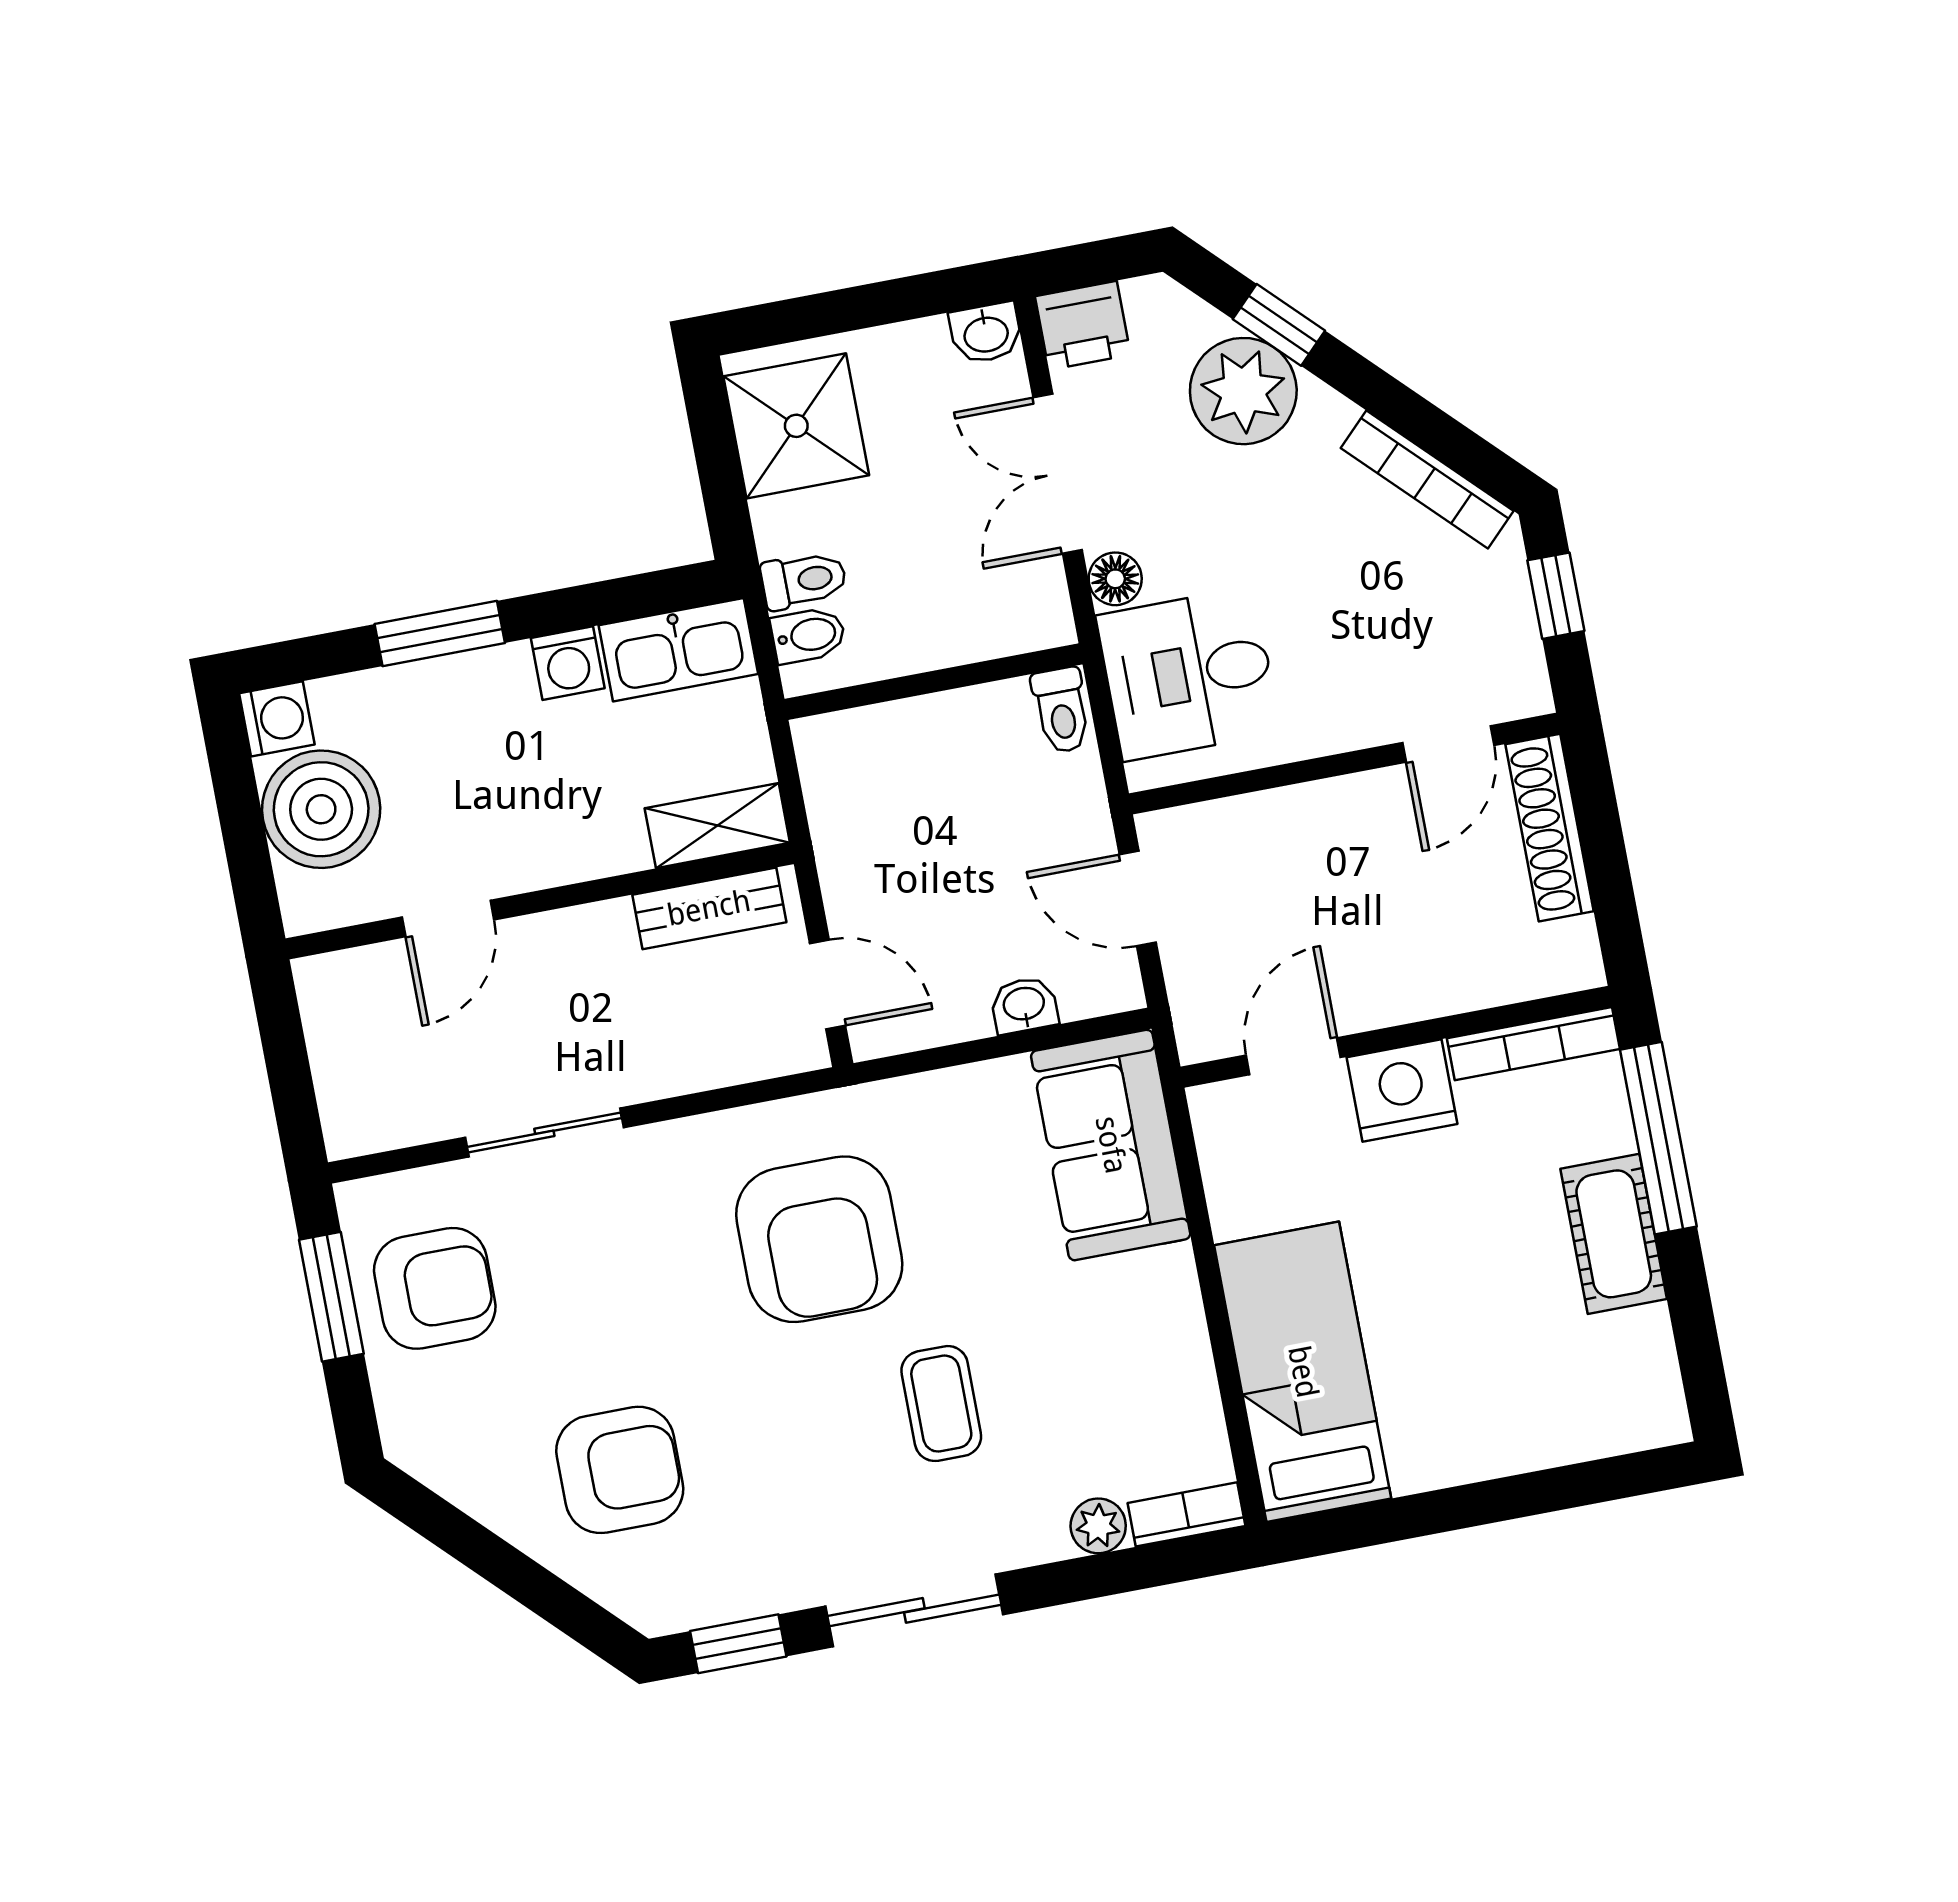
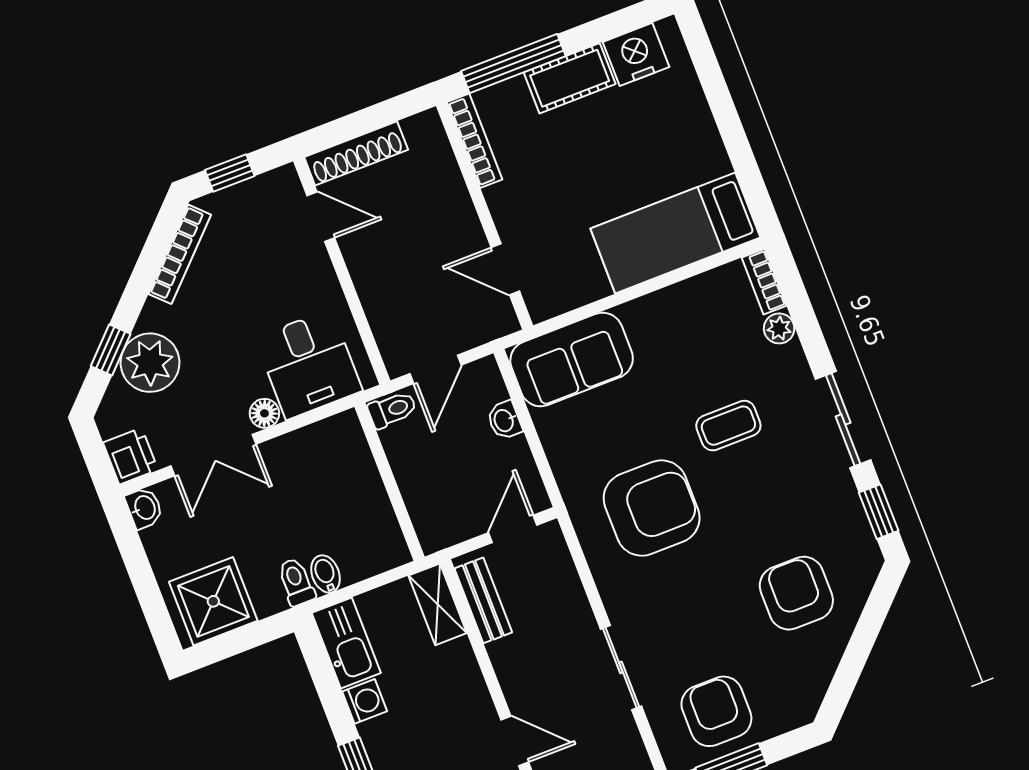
wall: (934, 682) -> (389, 482), moved
toilet: (1061, 710) -> (392, 410), moved
nightstand: (1402, 1091) -> (636, 54), moved, turned 90

